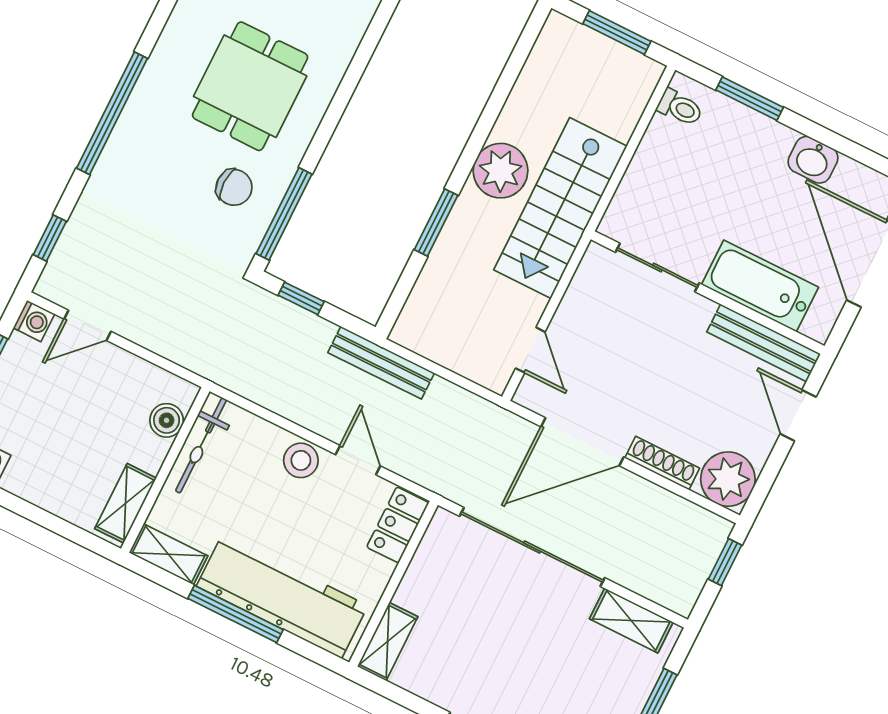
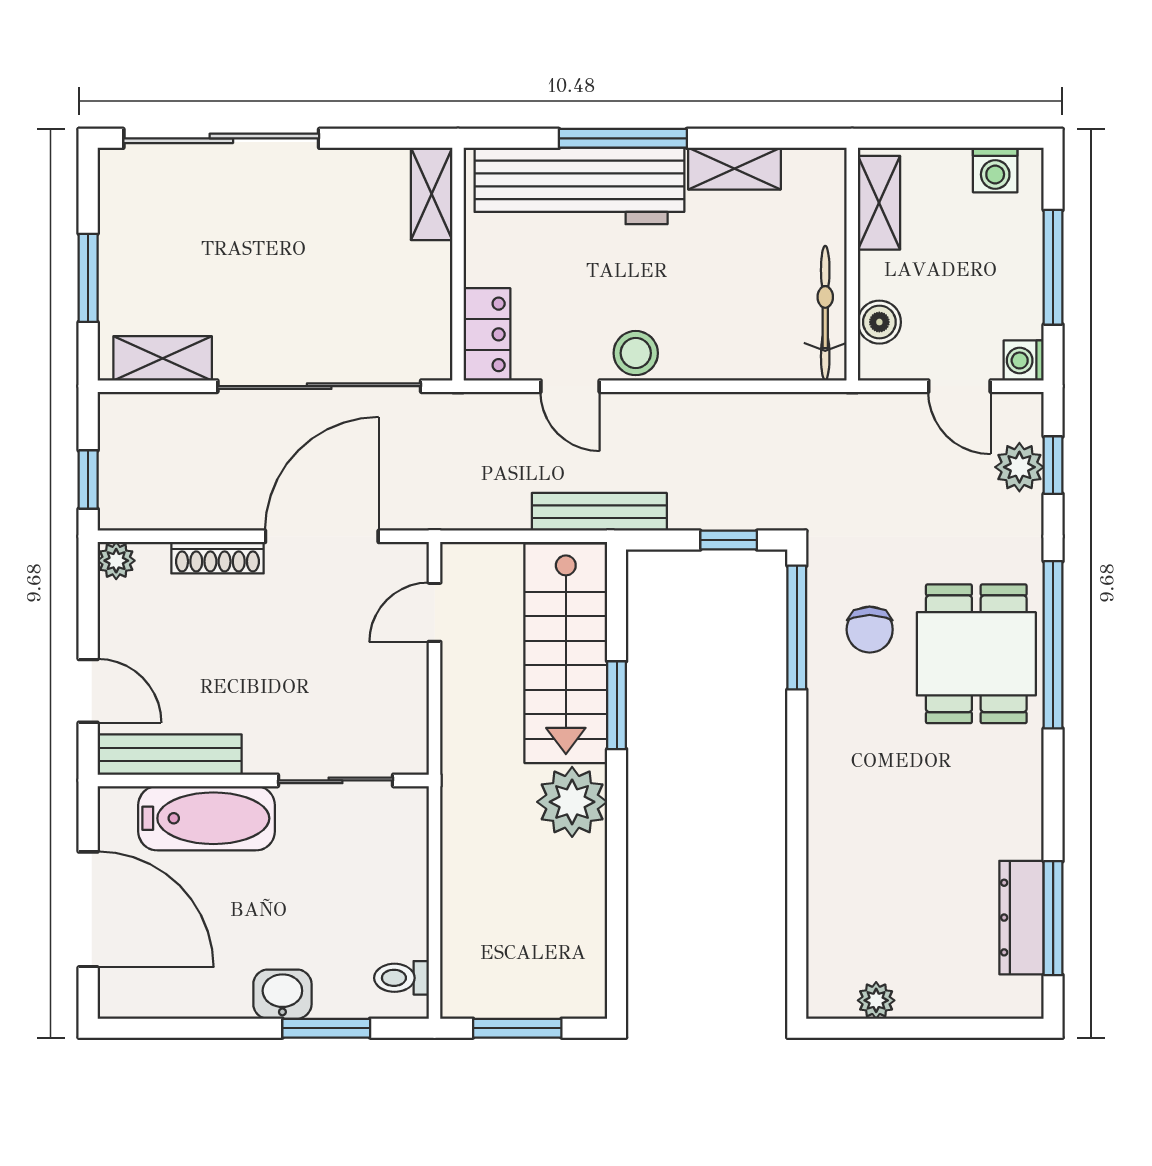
dining table: (250, 86) -> (976, 654), moved
washbasin: (813, 160) -> (282, 994), moved
chair: (234, 187) -> (870, 630), turned -90
stairs: (560, 208) -> (566, 653), moved, turned 180
plant: (74, 248) -> (1019, 467), added
door: (88, 325) -> (959, 386), swing flipped
door: (530, 350) -> (434, 612), hinge flipped
boiler: (167, 420) -> (879, 322), moved
bicycle: (201, 445) -> (825, 313), moved
wall: (165, 470) -> (852, 264), moved
plant: (728, 479) -> (116, 561), width x0.53, depth x0.53
shelving: (126, 503) -> (879, 203), moved

